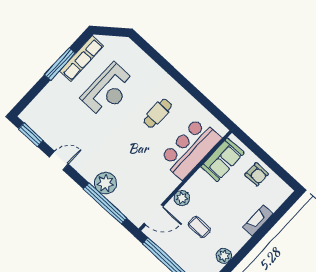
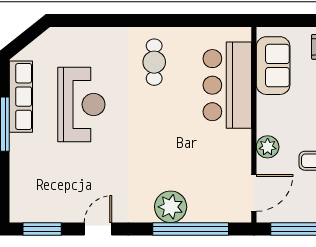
cafe table: (158, 113) -> (154, 62), moved

